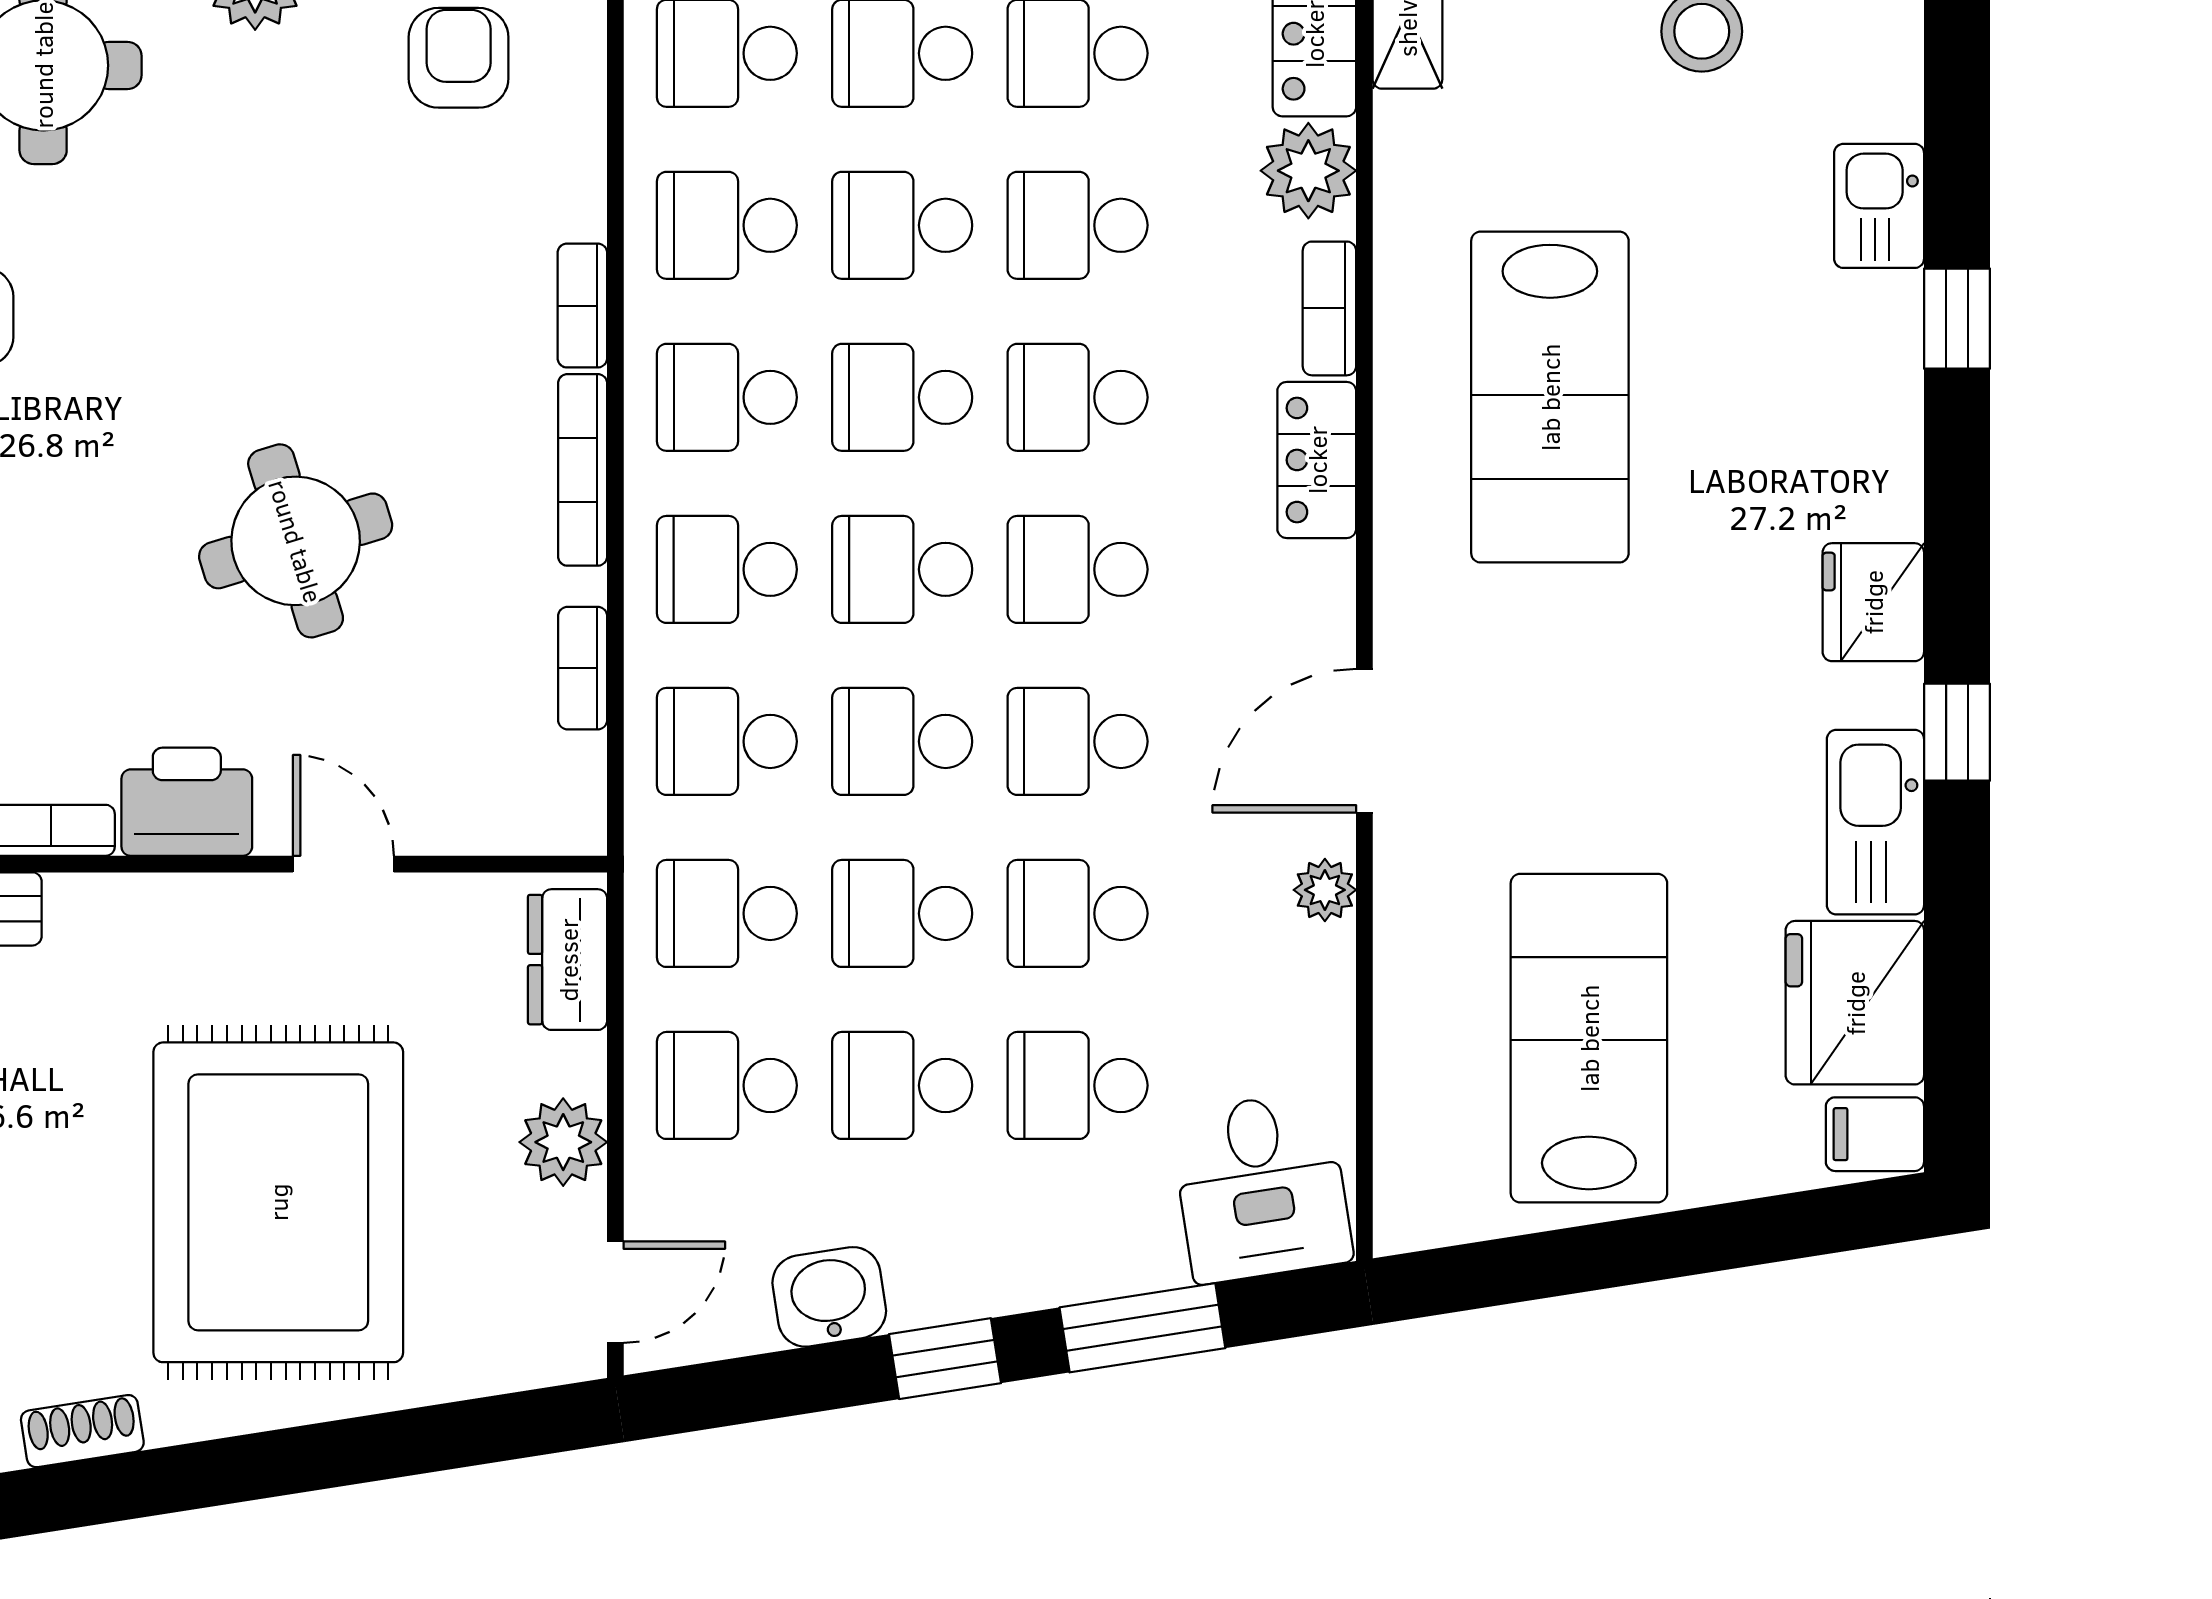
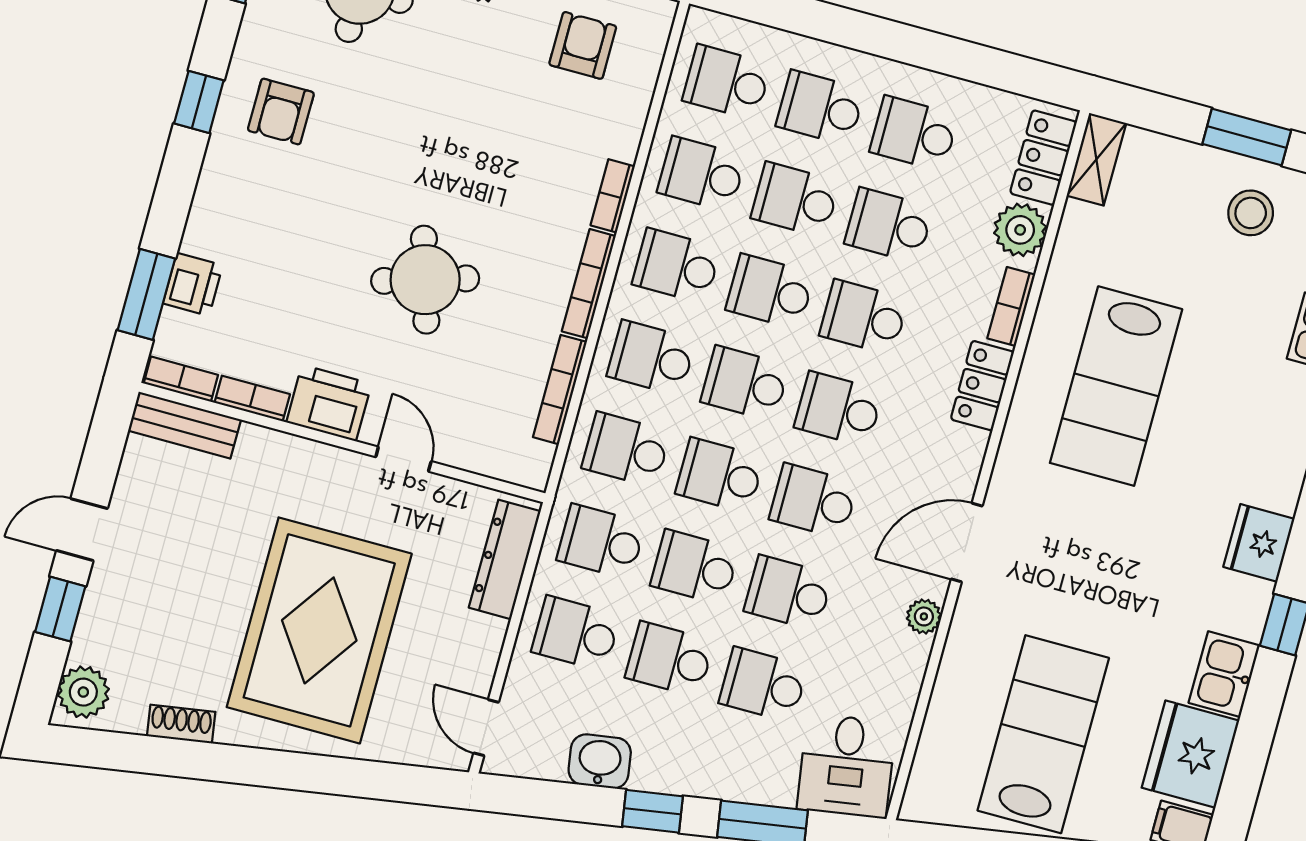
bookcase: (583, 668) -> (560, 390), width x1.56
kitchen sink: (1875, 822) -> (1224, 674), width x0.73
dresser: (568, 960) -> (505, 559), width x1.44
plant: (563, 1142) -> (480, 640), removed
door: (615, 1292) -> (486, 728), swing flipped

